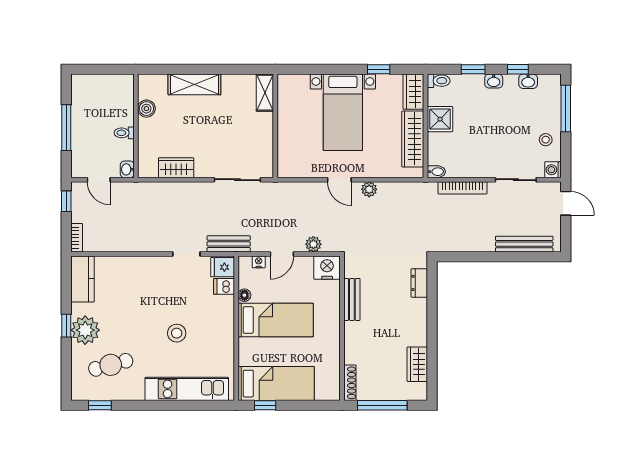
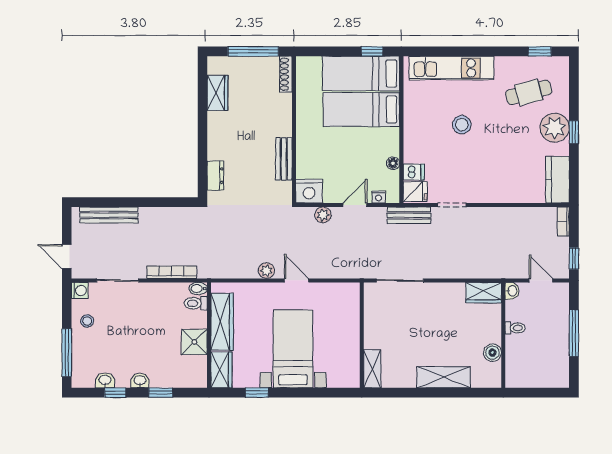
toilet: (439, 81) -> (196, 303), moved
wardrobe: (176, 168) -> (484, 293), moved
bed: (276, 320) -> (361, 109), moved

